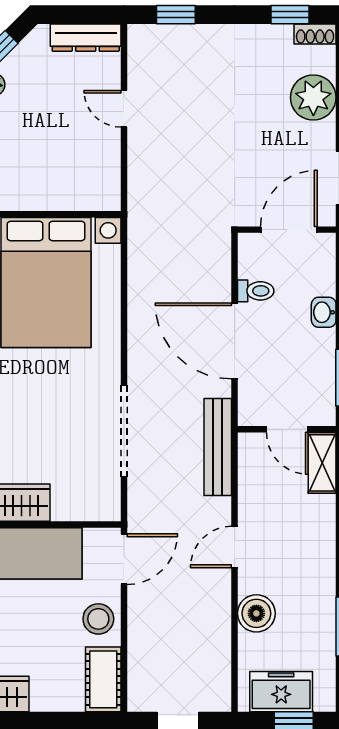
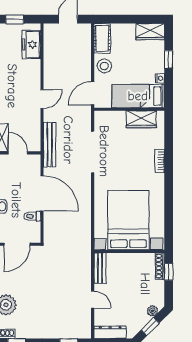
bench: (108, 178) -> (100, 268), added
boiler: (256, 613) -> (32, 69), removed
freezer: (281, 692) -> (31, 45), moved, turned 90

